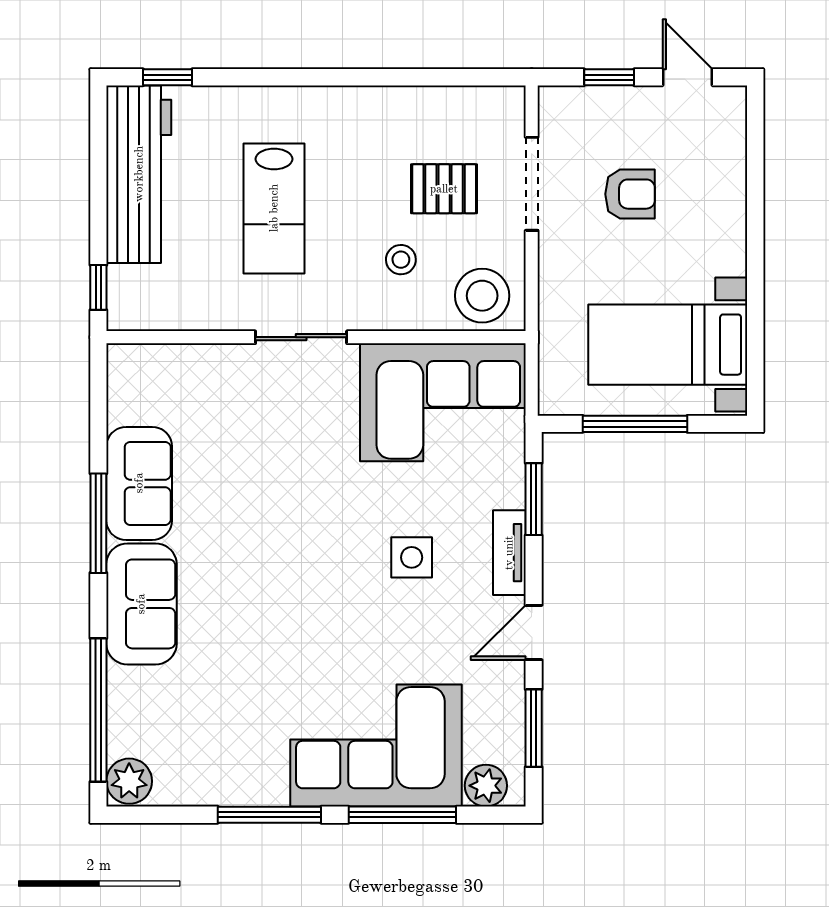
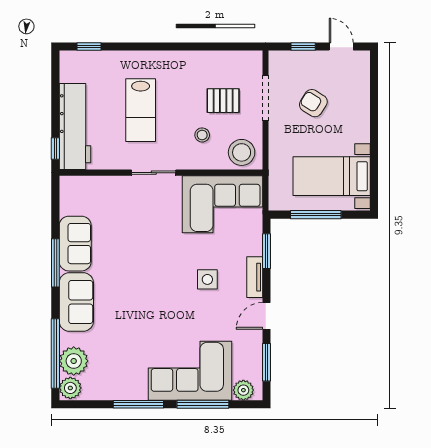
workbench: (139, 174) -> (75, 127), moved
armchair: (630, 194) -> (313, 103), turned -148
plant: (136, 726) -> (74, 361), added

